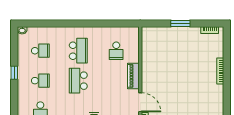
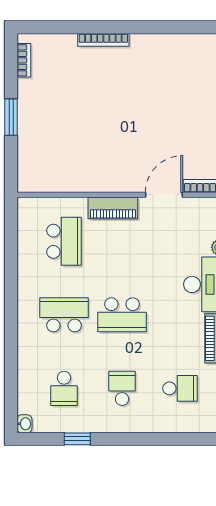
school desk: (40, 51) -> (64, 388), turned 180
school desk: (116, 51) -> (64, 241), width x1.85
window: (14, 73) -> (77, 439), moved

